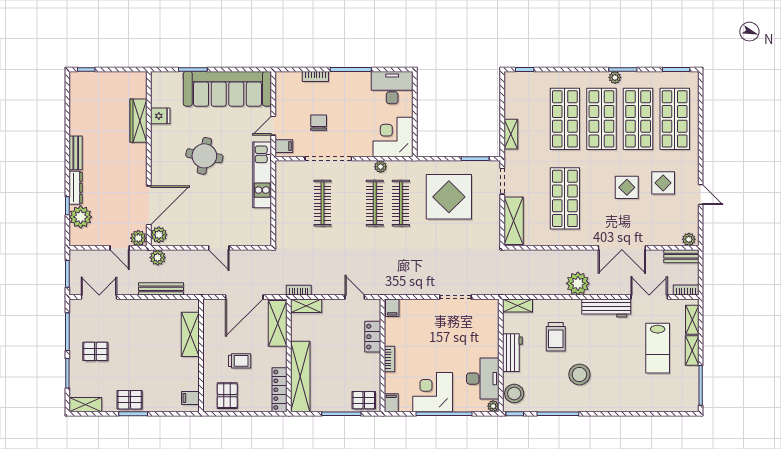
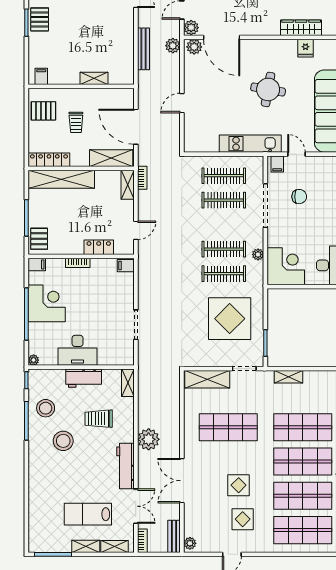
clothes rail: (296, 203) -> (224, 176), added
shelving: (190, 334) -> (94, 78), width x0.67, depth x0.75
desk: (483, 379) -> (78, 350), moved
stool: (514, 394) -> (46, 408), moved

